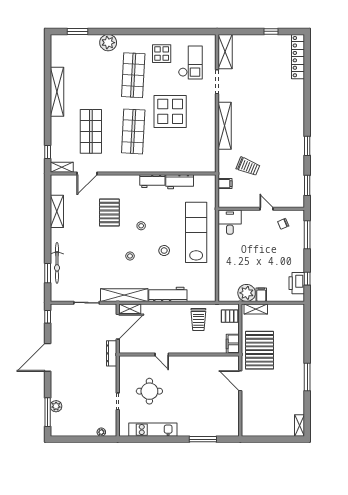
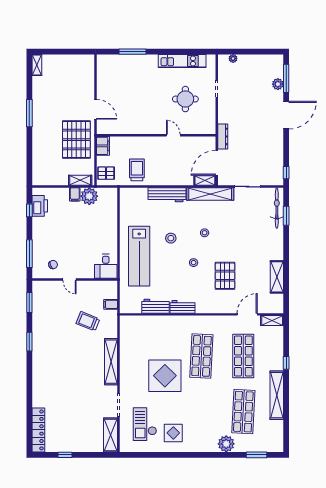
shop shelf: (133, 75) -> (243, 412), moved
window: (48, 152) -> (286, 363), moved
bicycle: (57, 263) -> (277, 208), moved
door: (48, 357) -> (286, 115), moved

